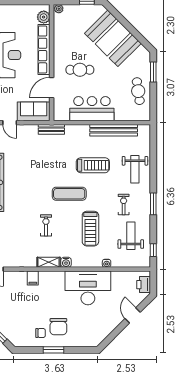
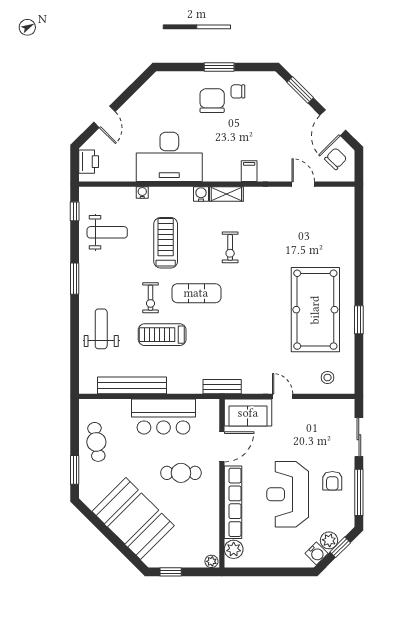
exercise bike: (124, 205) -> (150, 298), moved
weight bench: (131, 236) -> (107, 232), turned -90

